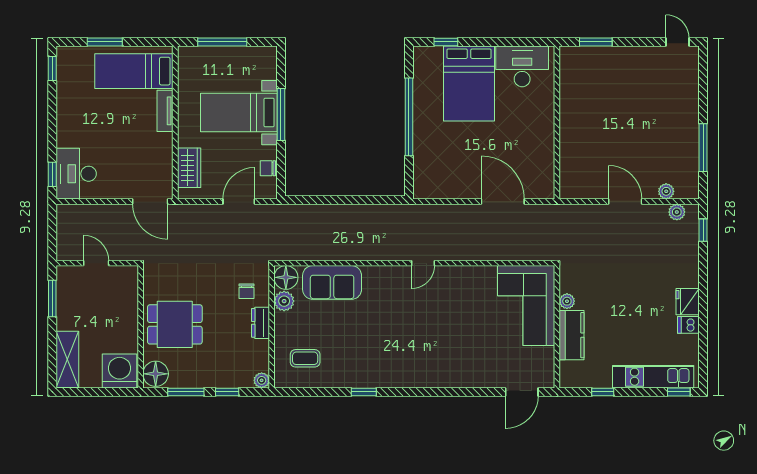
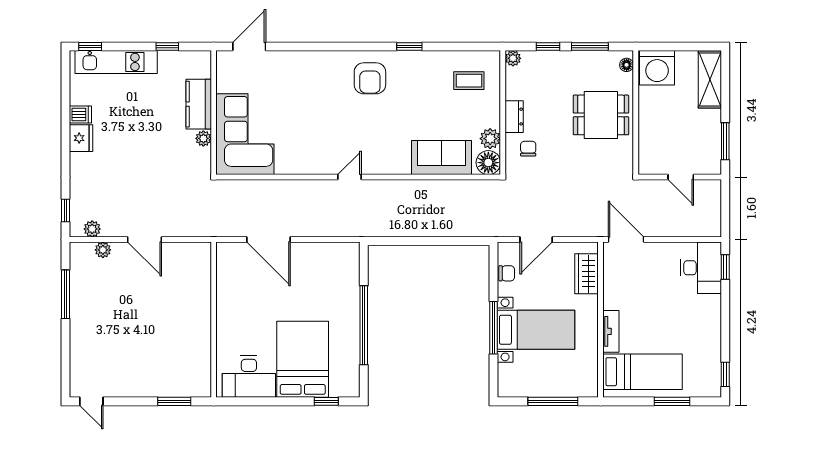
armchair: (403, 361) -> (370, 78), added
floor lamp: (156, 374) -> (627, 65), width x0.53, depth x0.53

